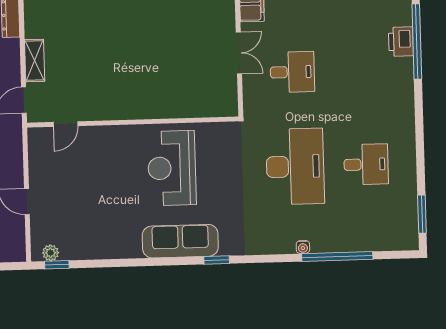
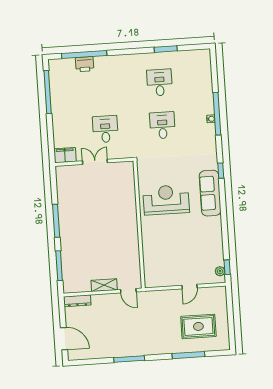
door: (66, 124) -> (142, 265), removed
desk: (295, 166) -> (162, 125), width x0.53, depth x0.77
reception desk: (172, 168) -> (166, 200), turned 180
window: (422, 214) -> (166, 49), moved
window: (337, 256) -> (217, 114), moved

